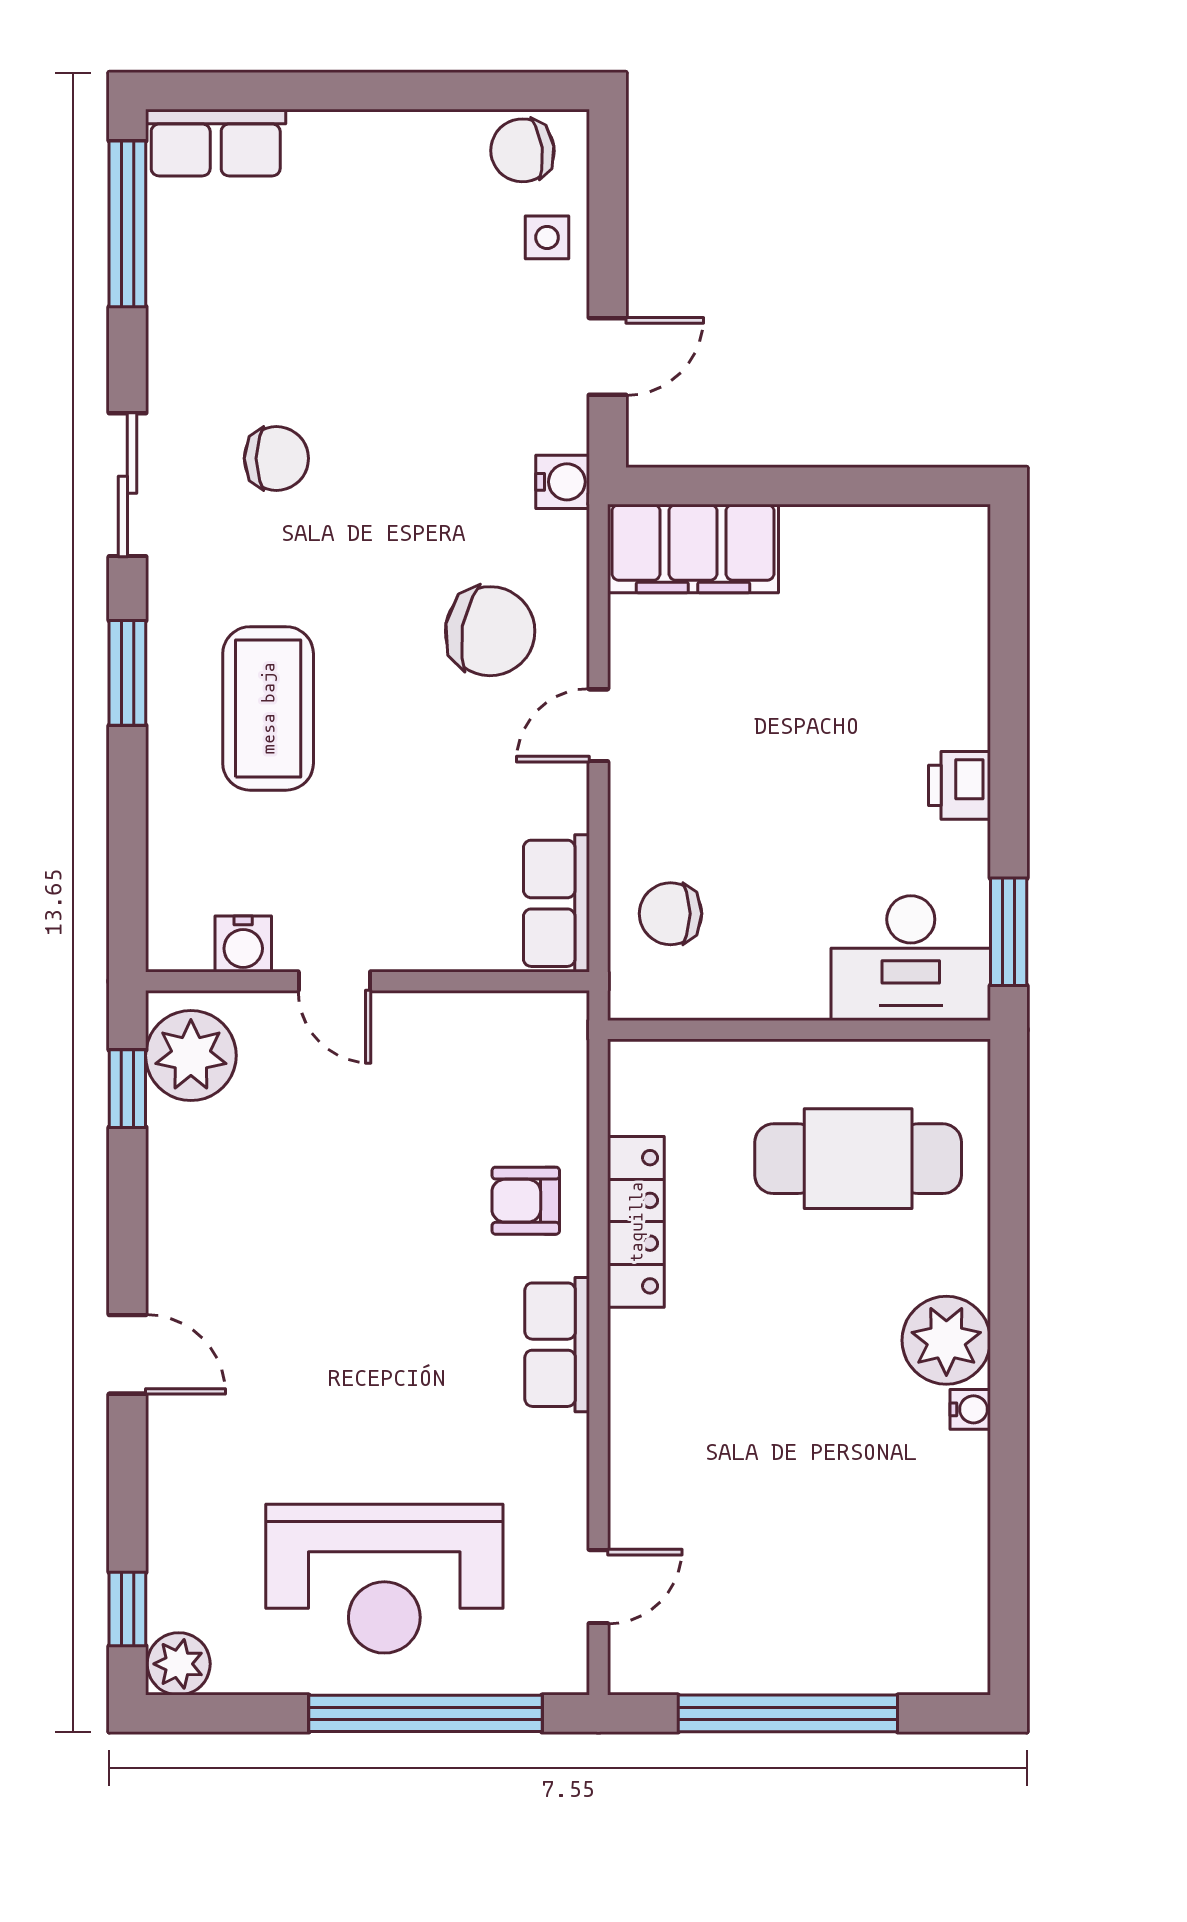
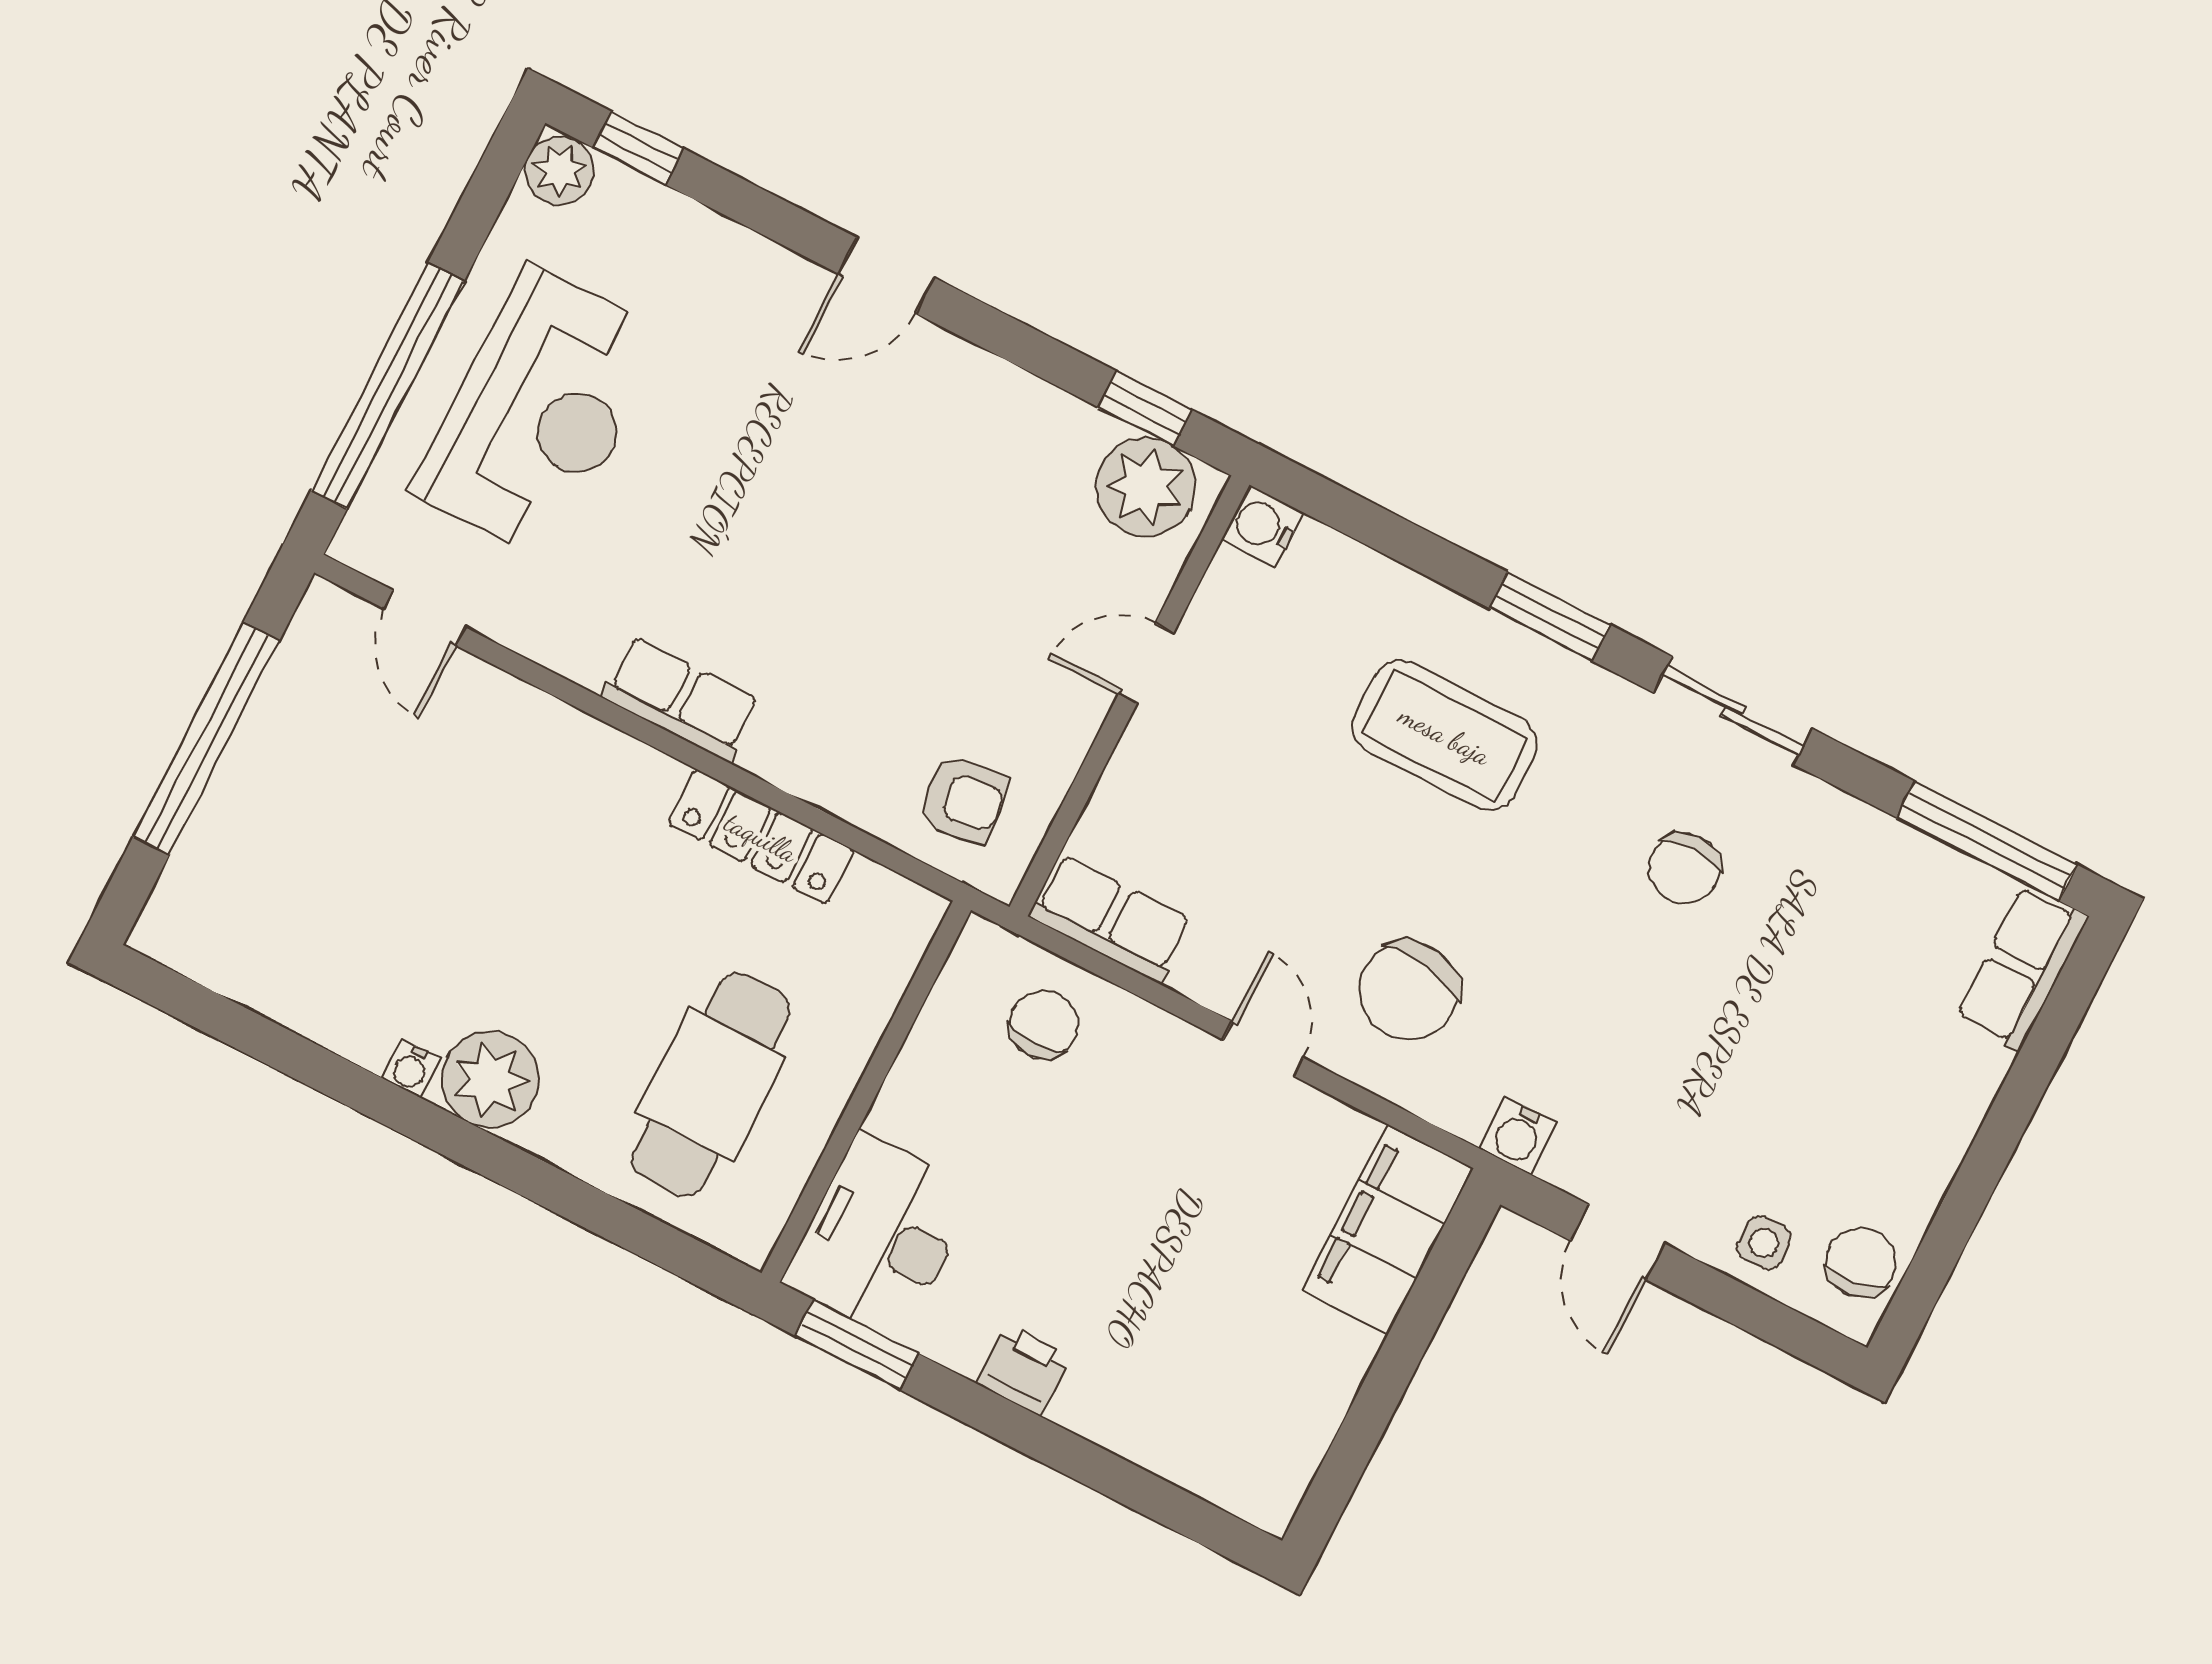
water cooler: (243, 944) -> (1263, 526), moved
armchair: (526, 1201) -> (963, 799), moved, turned 82
reception desk: (384, 1579) -> (539, 413), turned 180

